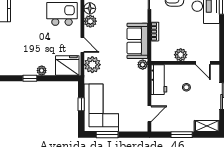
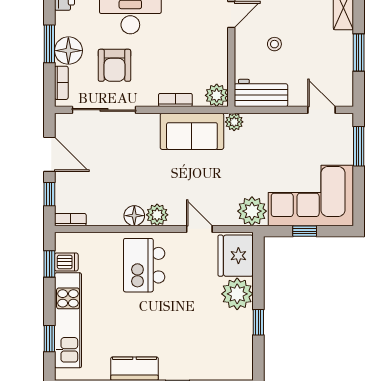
door: (82, 45) -> (199, 229), hinge flipped
plant: (181, 55) -> (217, 95), moved
plant: (92, 65) -> (252, 211), moved
plant: (42, 71) -> (237, 294), width x1.88, depth x1.88
window: (107, 135) -> (359, 146), moved

